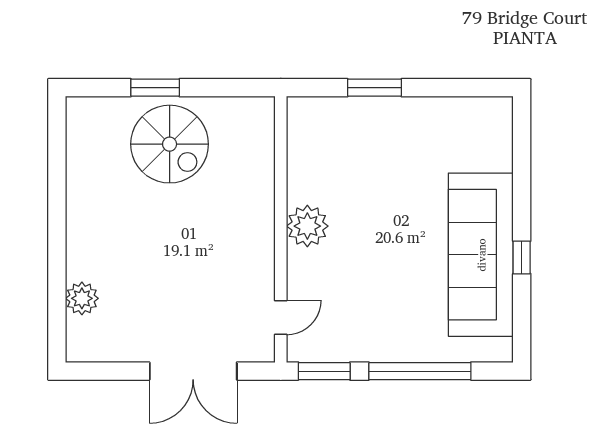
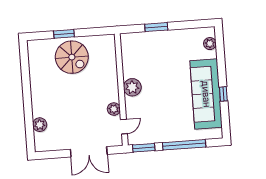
plant: (499, 136) -> (210, 44), added
plant: (260, 274) -> (114, 109), added

